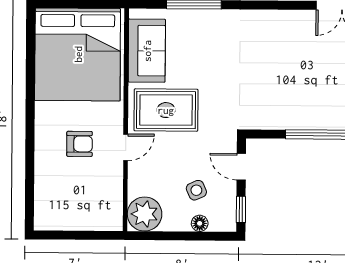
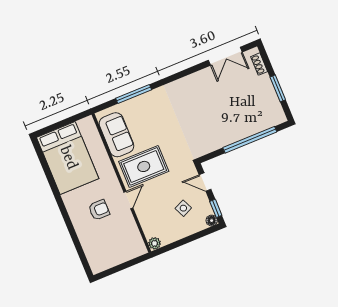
bed: (78, 54) -> (68, 158), width x0.73
plant: (145, 214) -> (155, 243), width x0.53, depth x0.53
floor lamp: (200, 223) -> (212, 221), moved

